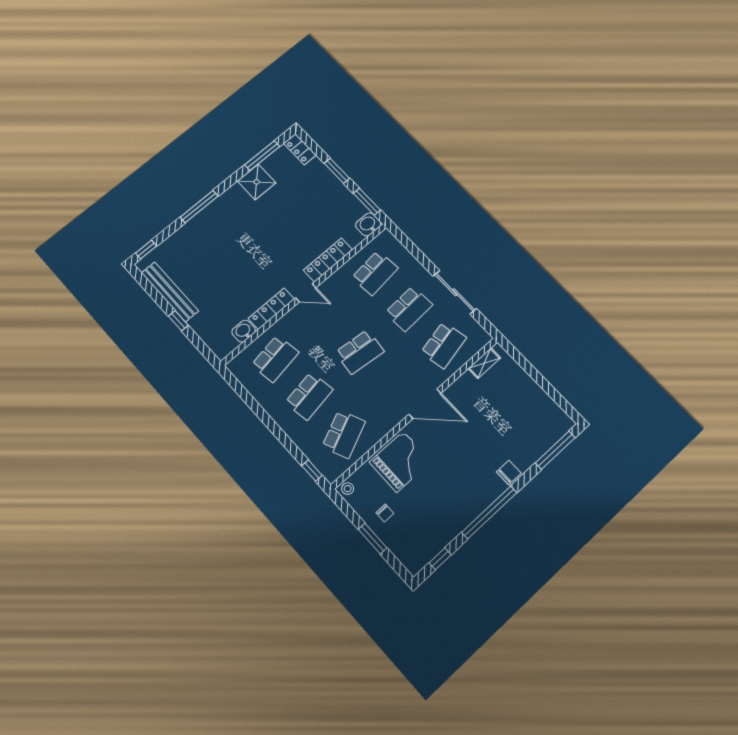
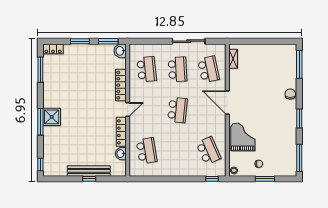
shower: (257, 182) -> (52, 117), moved
bench: (170, 292) -> (89, 171), moved
school desk: (309, 396) -> (177, 151), removed
door: (425, 404) -> (227, 102), swing flipped
window: (489, 512) -> (299, 119), width x0.47
window: (440, 559) -> (299, 158), width x2.17

